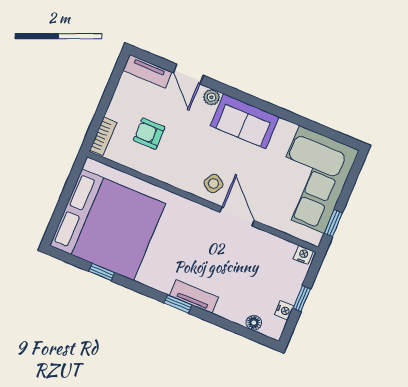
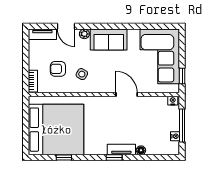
side table: (213, 183) -> (82, 74), moved
window: (302, 299) -> (182, 126), width x2.17
floor lamp: (254, 323) -> (141, 150), moved

